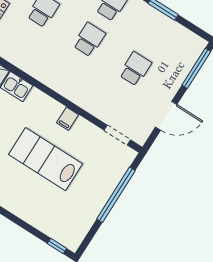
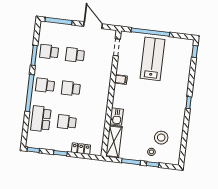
school desk: (158, 33) -> (49, 52), added
lab bench: (46, 159) -> (153, 59), moved, turned 180

